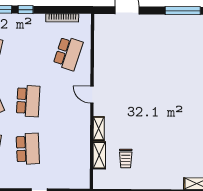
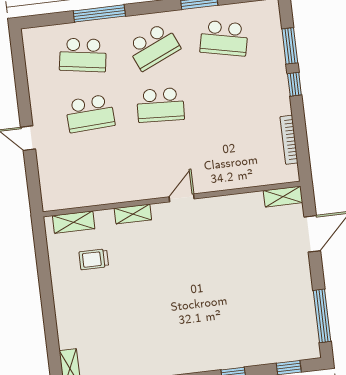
shelving: (100, 27) -> (283, 197), added
school desk: (68, 53) -> (238, 155), removed
shelving: (99, 155) -> (74, 222), moved

